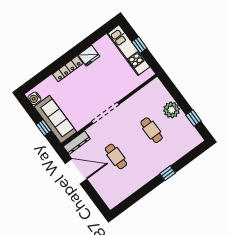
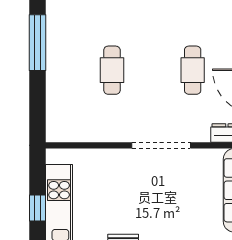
plant: (172, 110) -> (61, 78), removed
window: (193, 118) -> (37, 43), width x2.17

